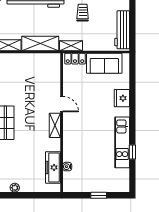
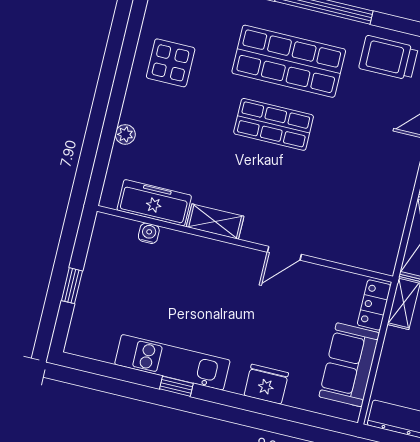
shelving: (55, 125) -> (215, 222), moved
window: (132, 152) -> (176, 386), moved
plant: (15, 188) -> (125, 134), moved

